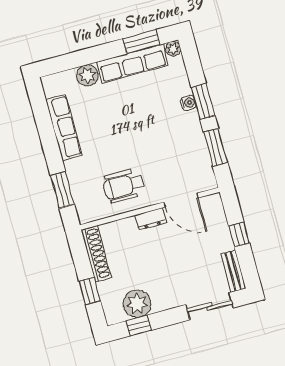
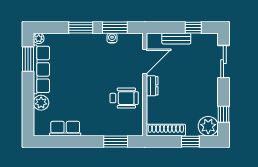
water cooler: (188, 103) -> (112, 38), moved
row of seats: (64, 127) -> (65, 129), width x0.68
wheelchair: (124, 186) -> (124, 98), turned -90
window: (239, 235) -> (193, 28), moved
bench: (233, 271) -> (176, 39), moved
plant: (137, 304) -> (208, 126), moved

